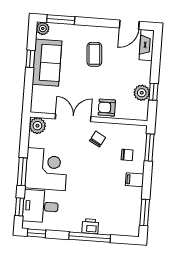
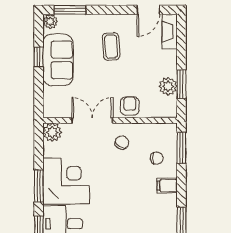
window: (154, 92) -> (181, 84), width x1.50
armchair: (107, 108) -> (130, 106), turned 90

